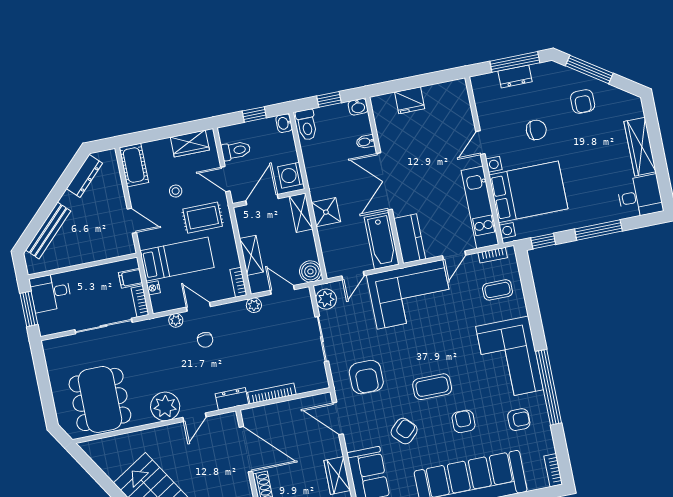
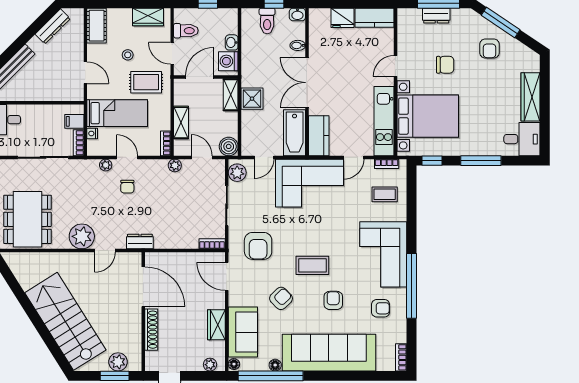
kitchen counter: (446, 93) -> (374, 18), added
washbasin: (284, 123) -> (232, 42), moved
toilet: (307, 125) -> (267, 21), moved
bookcase: (272, 393) -> (212, 244), moved, width x0.64

